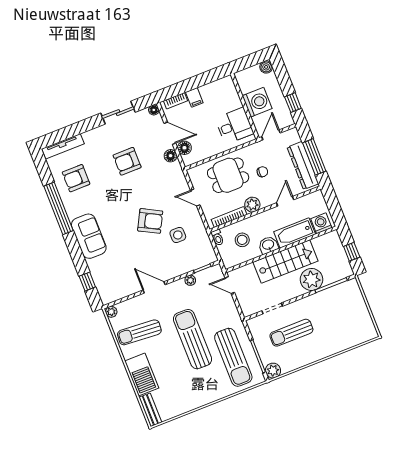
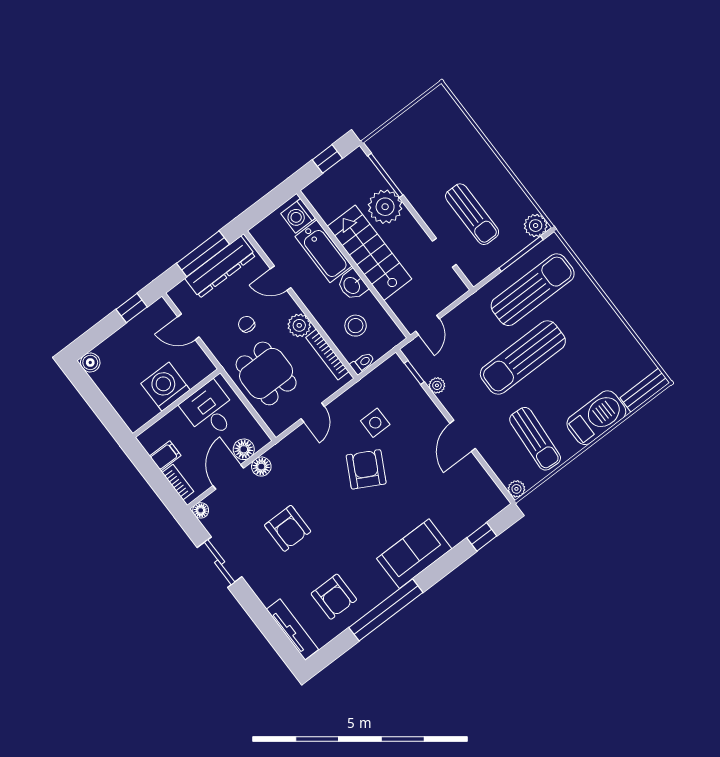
washing machine: (257, 102) -> (165, 387), moved
wall: (245, 106) -> (176, 403), moved
desk: (234, 126) -> (210, 410), moved

